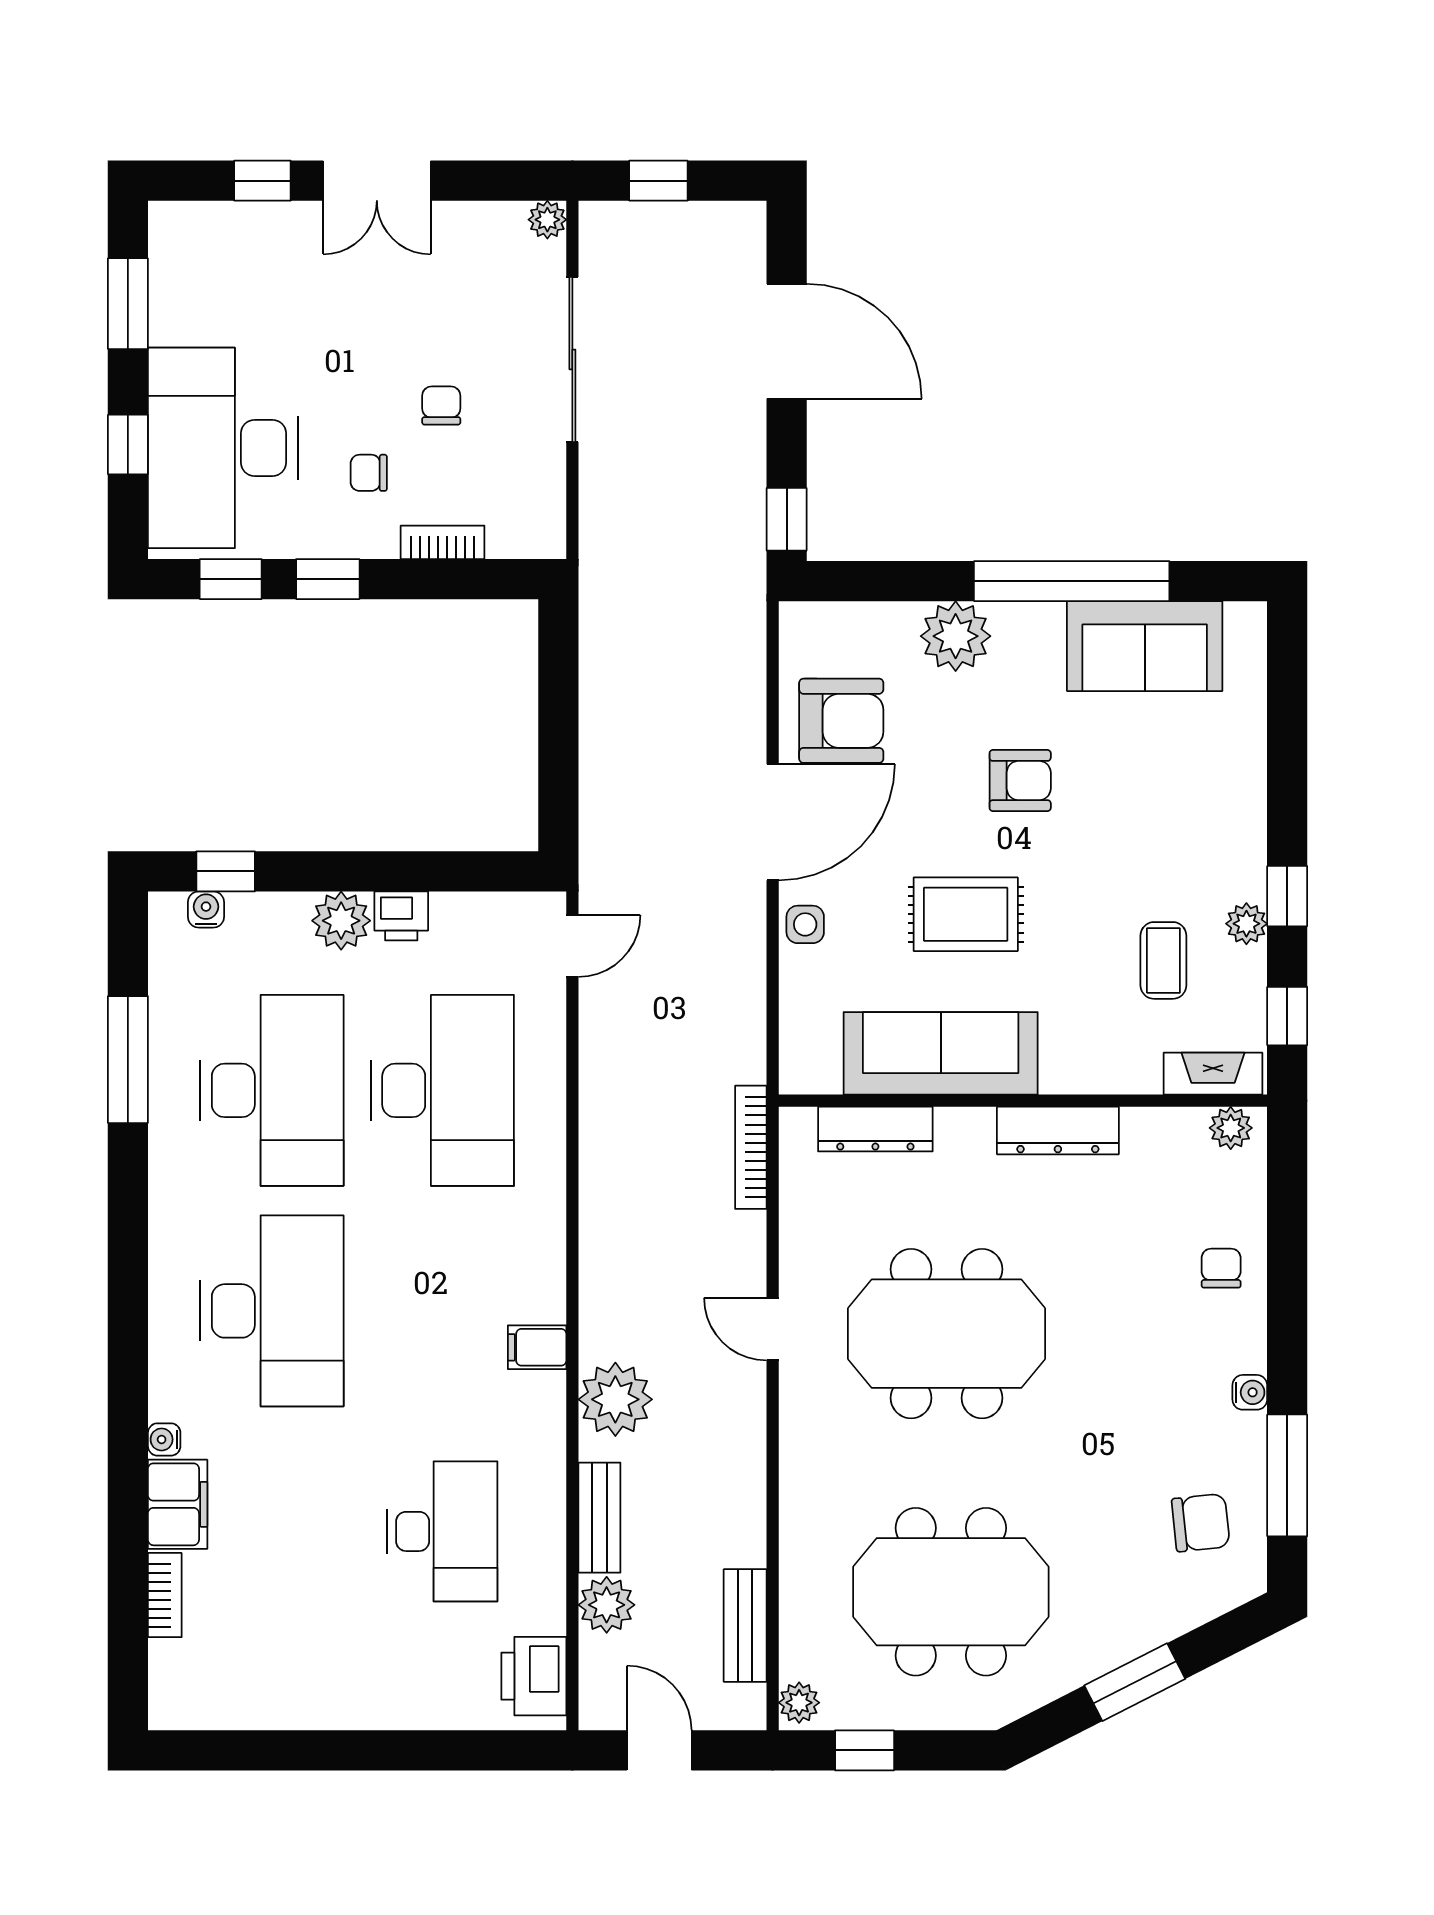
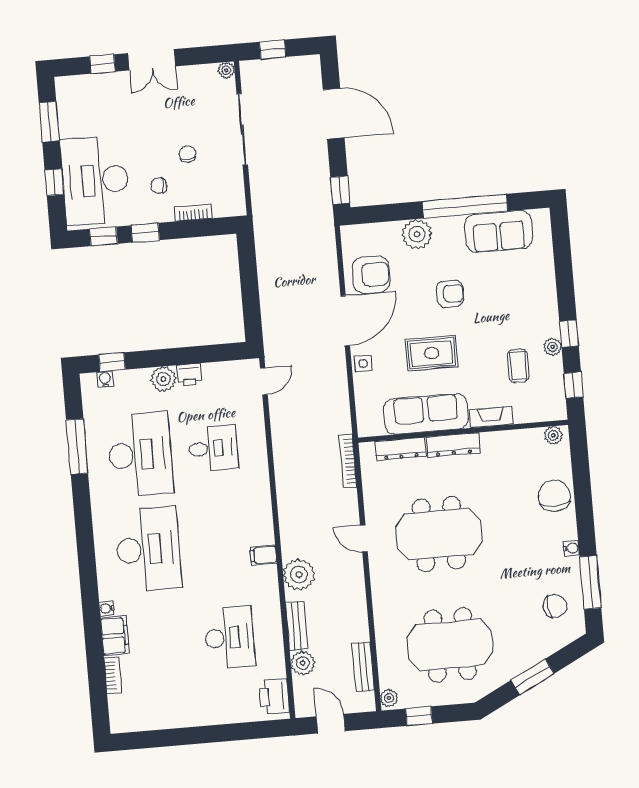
fireplace: (1213, 1074) -> (491, 417), moved
desk: (442, 1090) -> (213, 448), width x0.53, depth x0.77
dresser: (1058, 1130) -> (453, 445), moved
chair: (1221, 1268) -> (554, 496), width x1.87, depth x1.87

